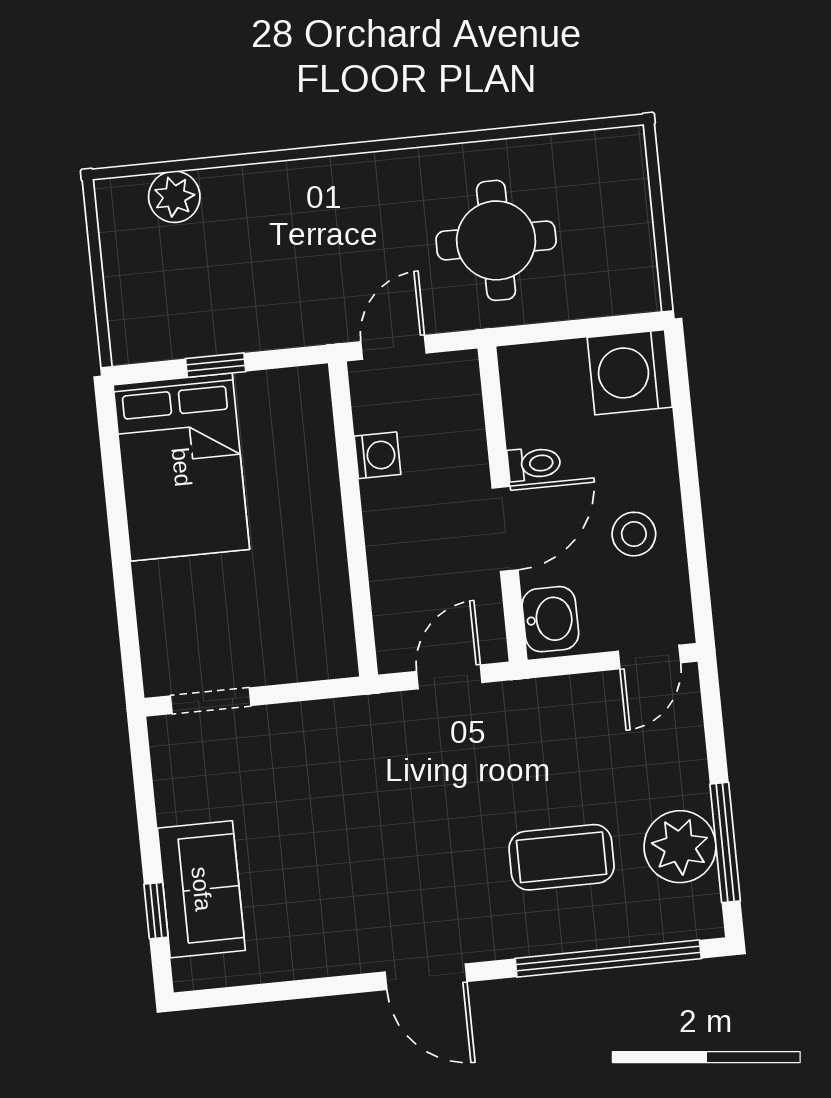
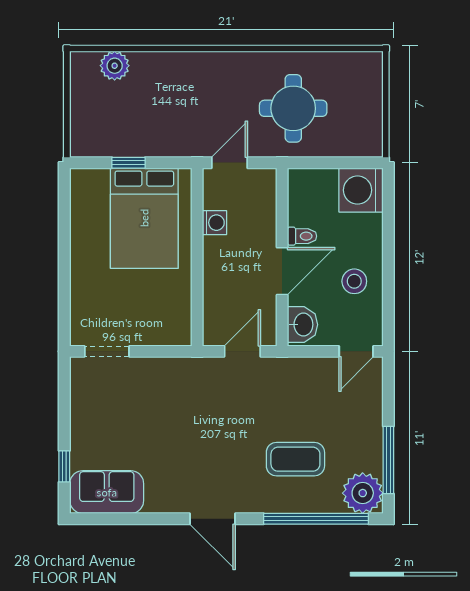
bed: (181, 467) -> (144, 218), moved
plant: (680, 847) -> (363, 493), moved
sofa: (201, 889) -> (107, 492), moved, turned -90

